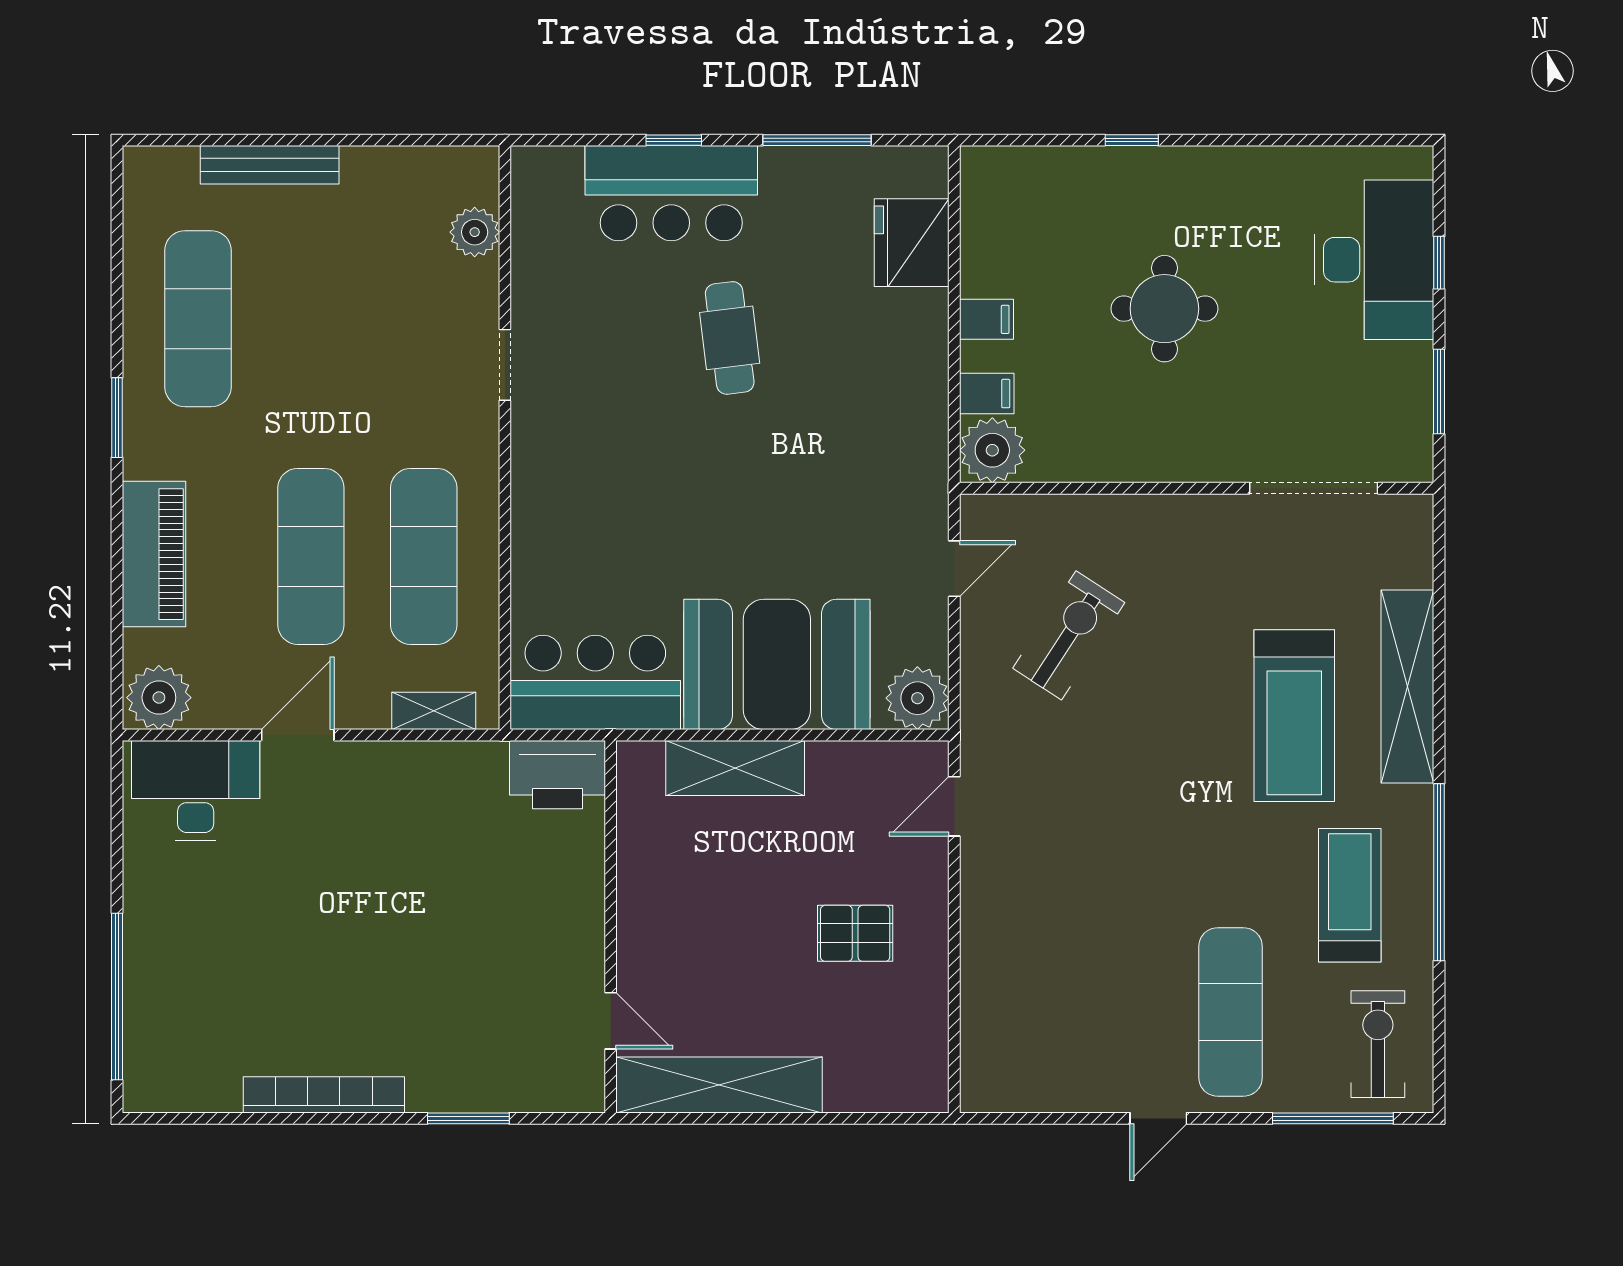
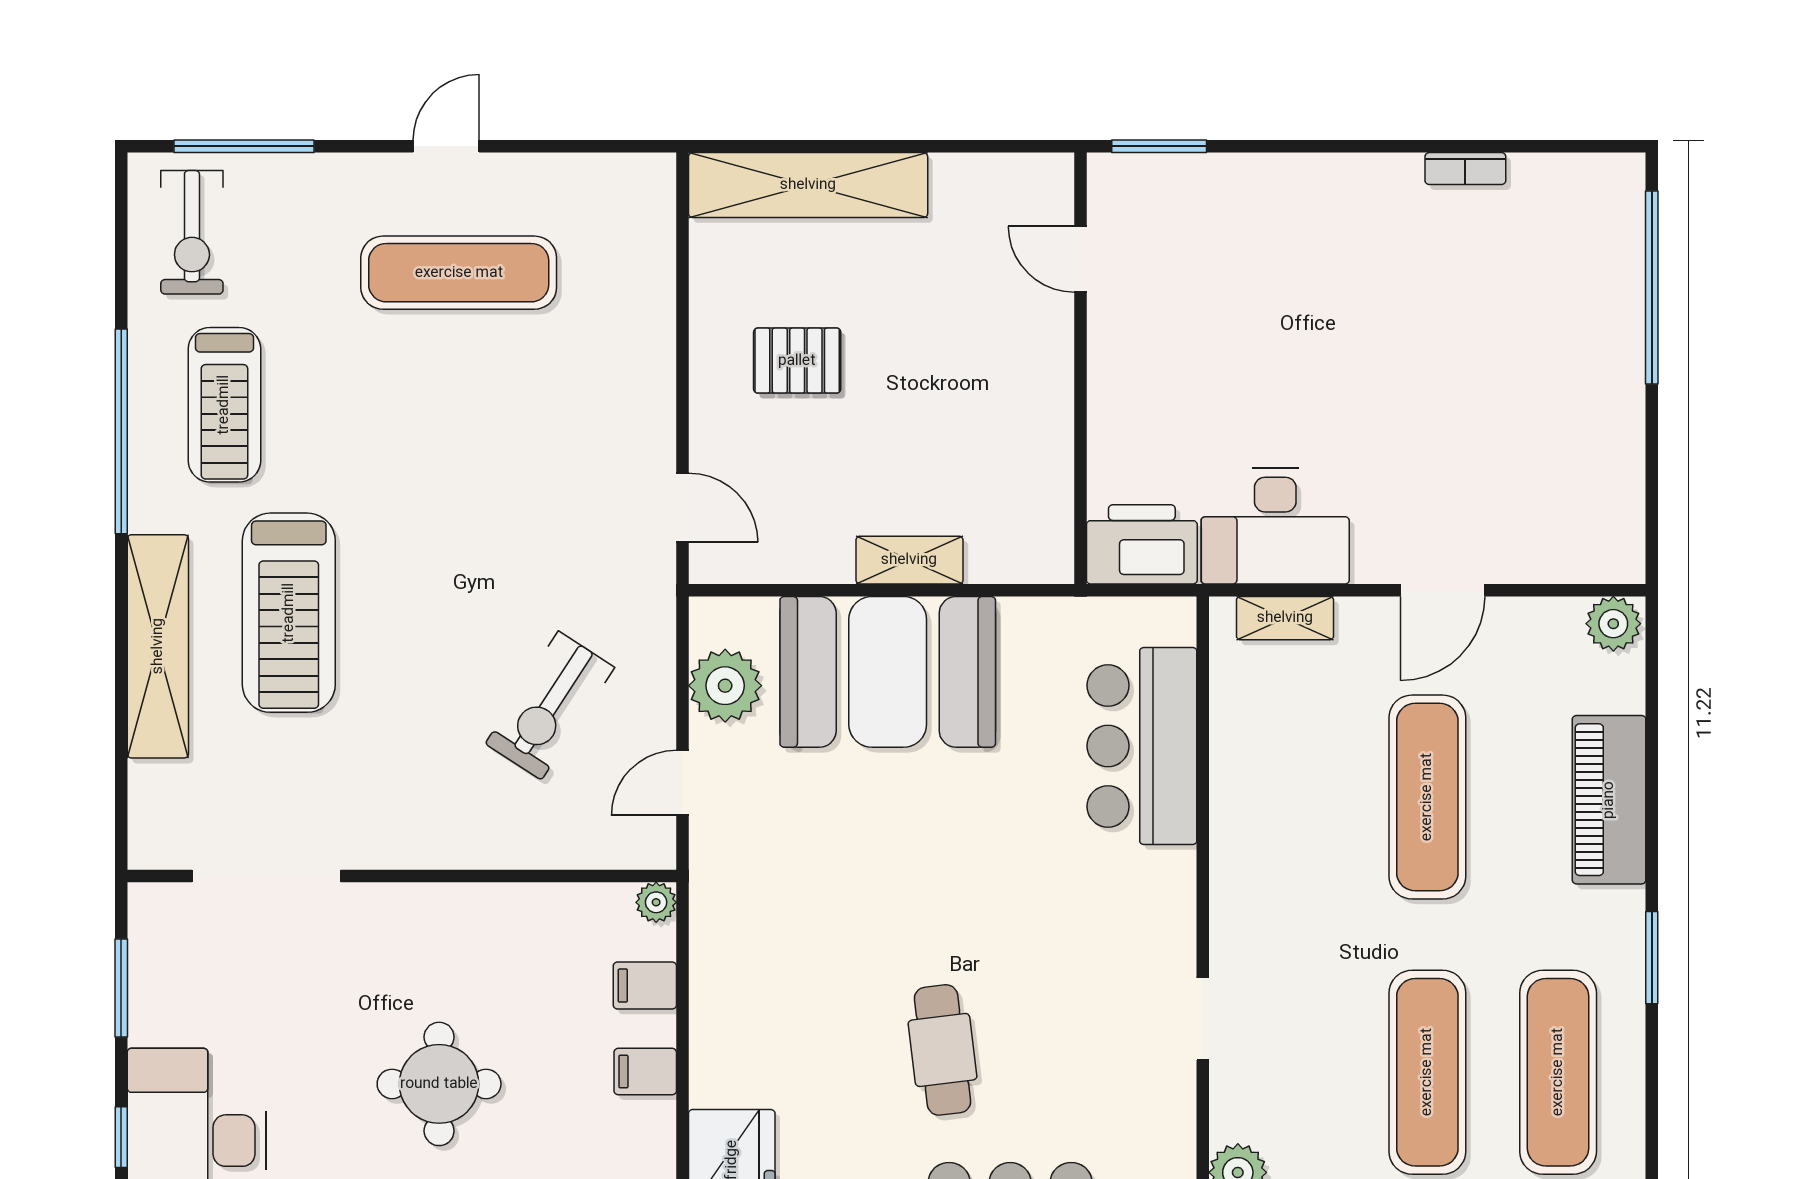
plant: (992, 450) -> (656, 902), width x0.53, depth x0.53
exercise mat: (424, 556) -> (1427, 1072), moved
bar counter: (595, 682) -> (1142, 746), moved, turned 90
plant: (159, 698) -> (1613, 624), width x0.73, depth x0.73
plant: (917, 698) -> (725, 686), moved
treadmill: (1294, 716) -> (289, 613), turned 180
shelving: (735, 768) -> (909, 560), width x0.67, depth x0.75
desk: (196, 790) -> (1275, 526), moved
door: (954, 806) -> (682, 508), hinge flipped
exercise mat: (1231, 1012) -> (459, 273), moved, turned 90
shelving: (719, 1085) -> (808, 185), moved
bookcase: (324, 1095) -> (1465, 169), width x0.43, depth x0.76
window: (468, 1118) -> (1159, 146), moved

